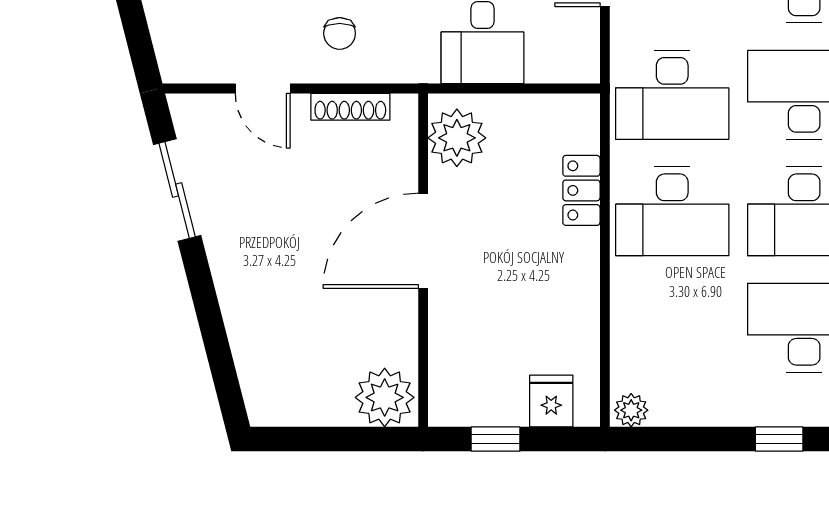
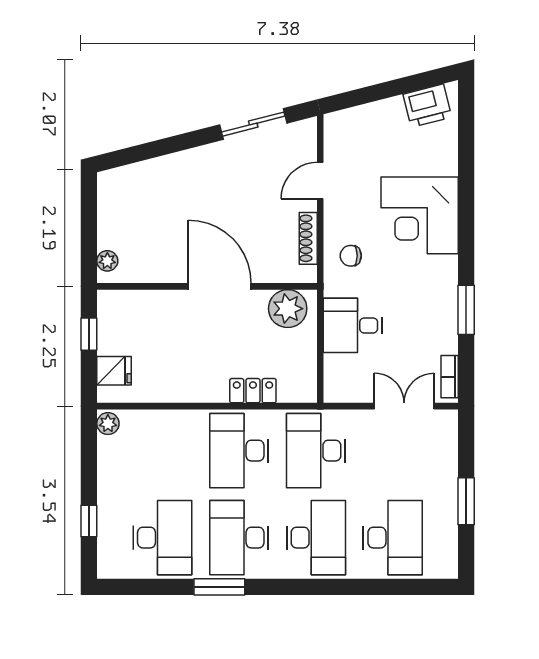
chair: (340, 33) -> (351, 256), moved
plant: (385, 397) -> (107, 261), width x0.53, depth x0.53

